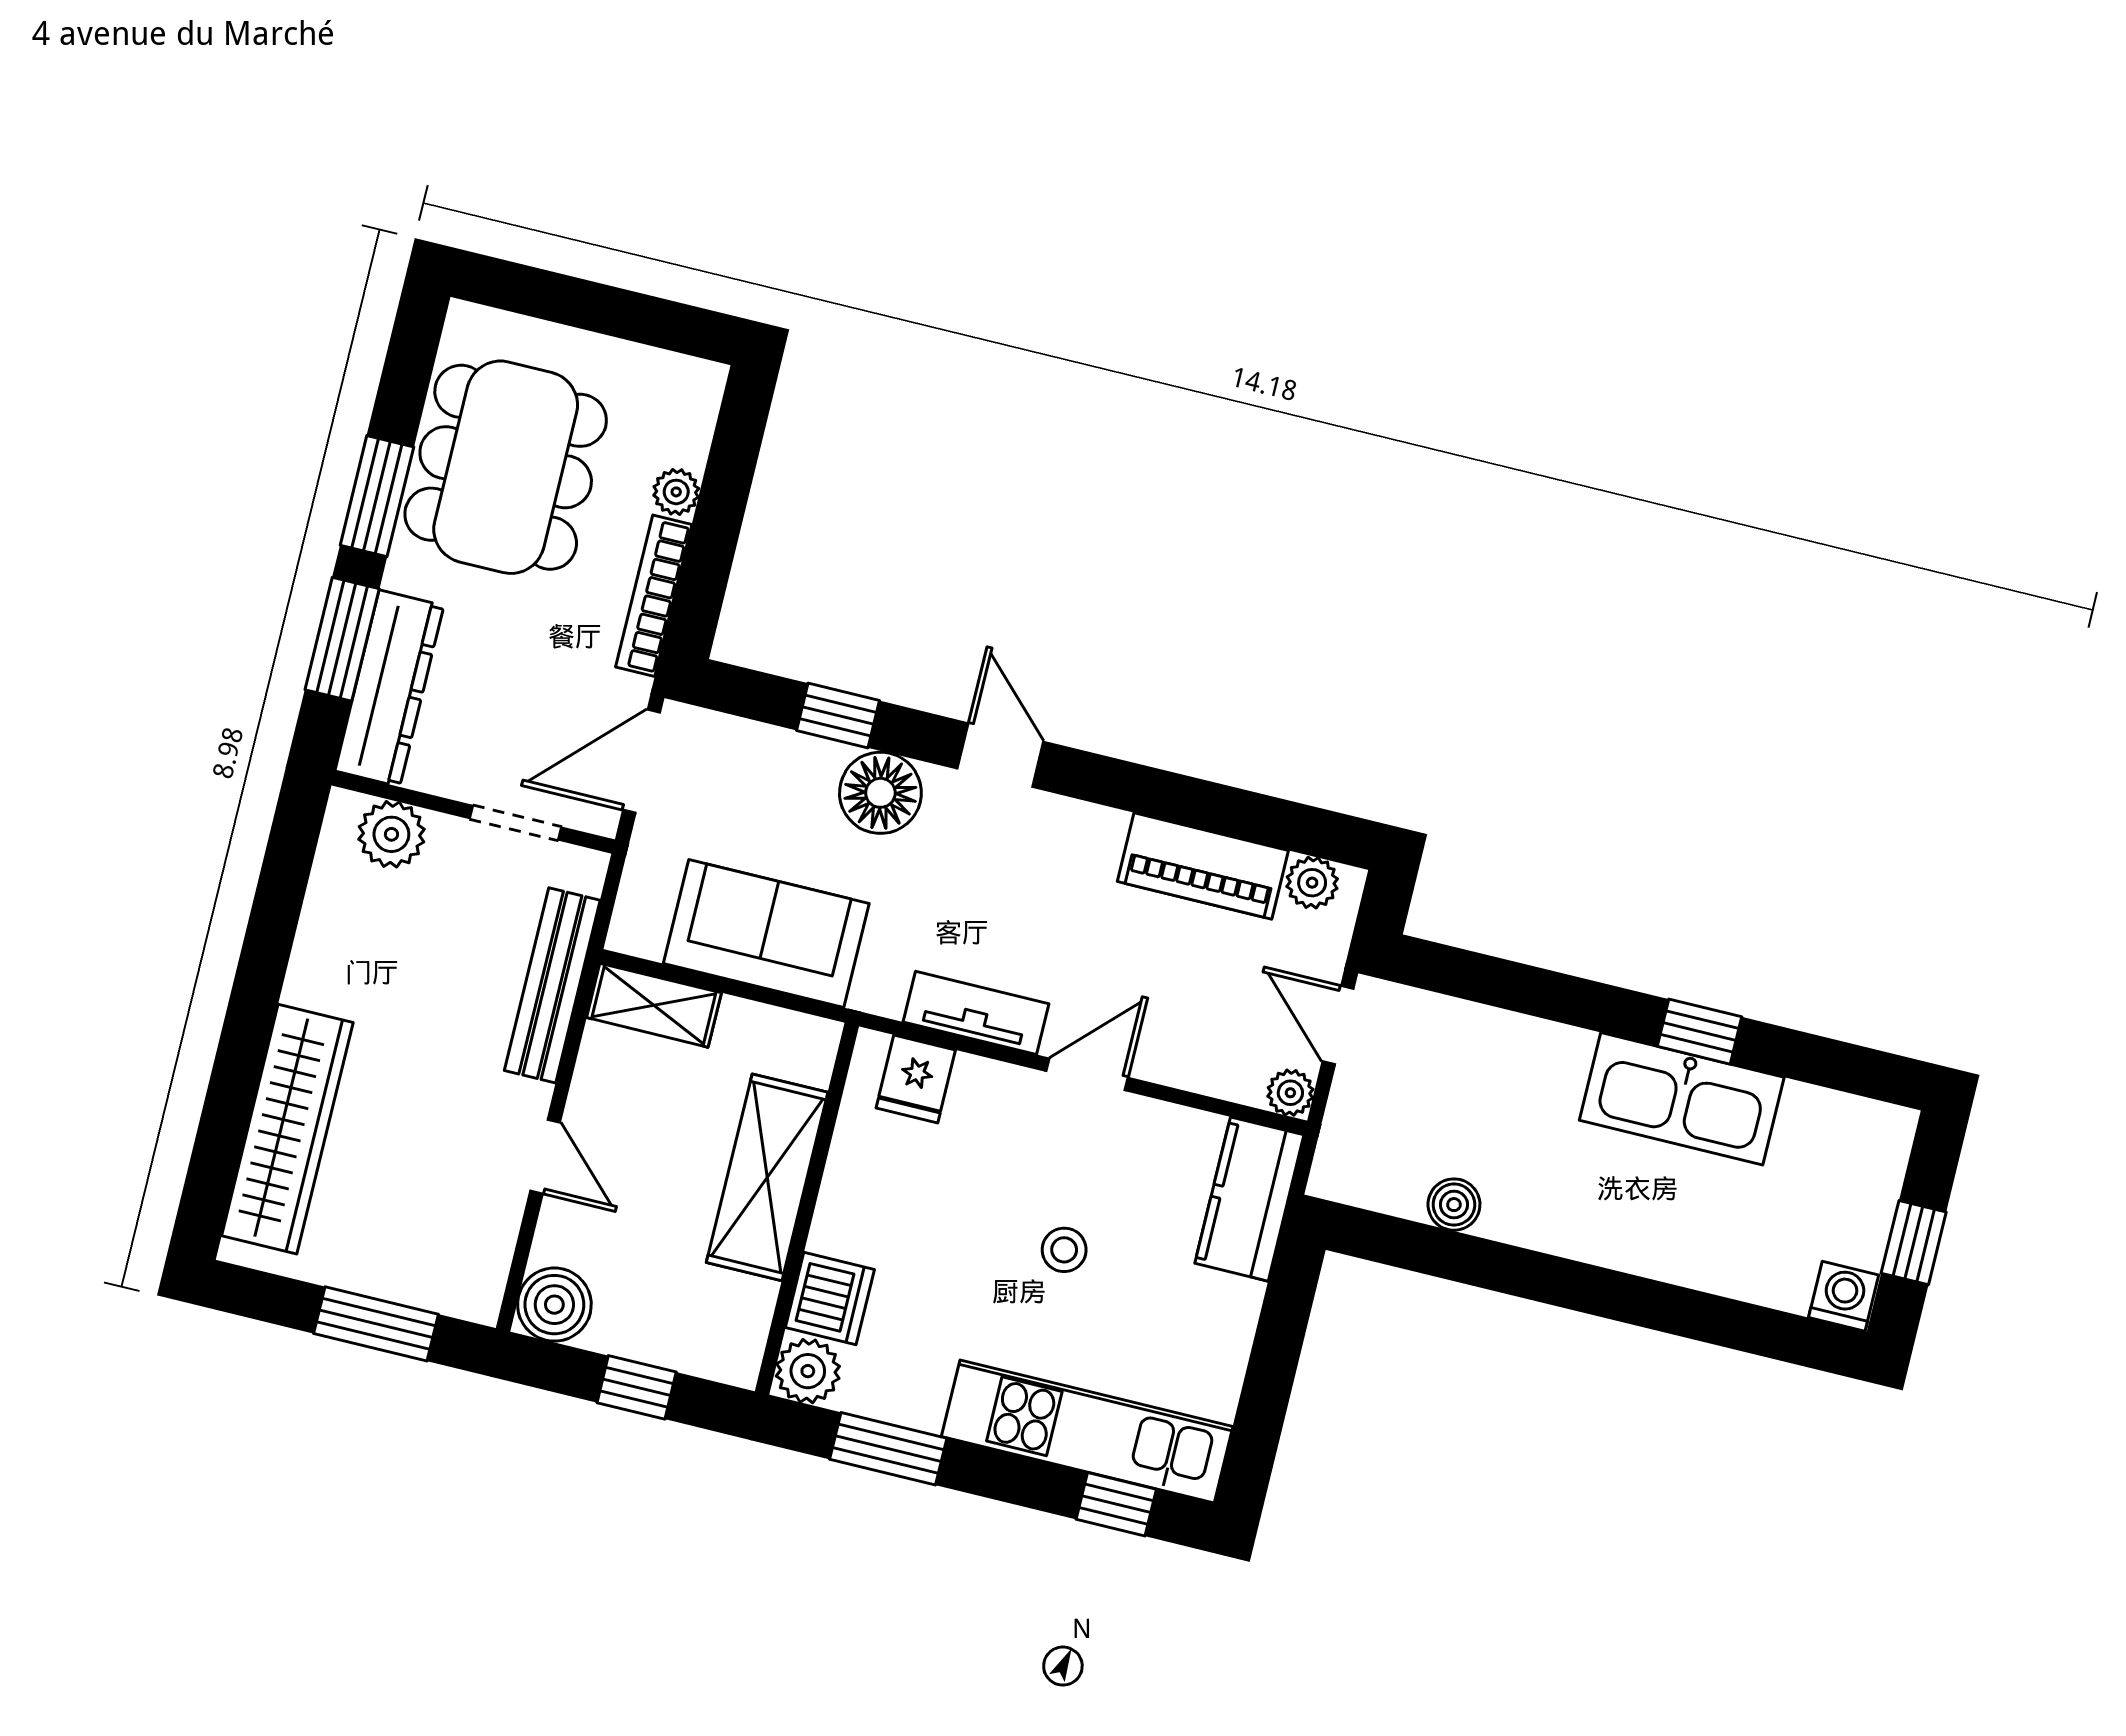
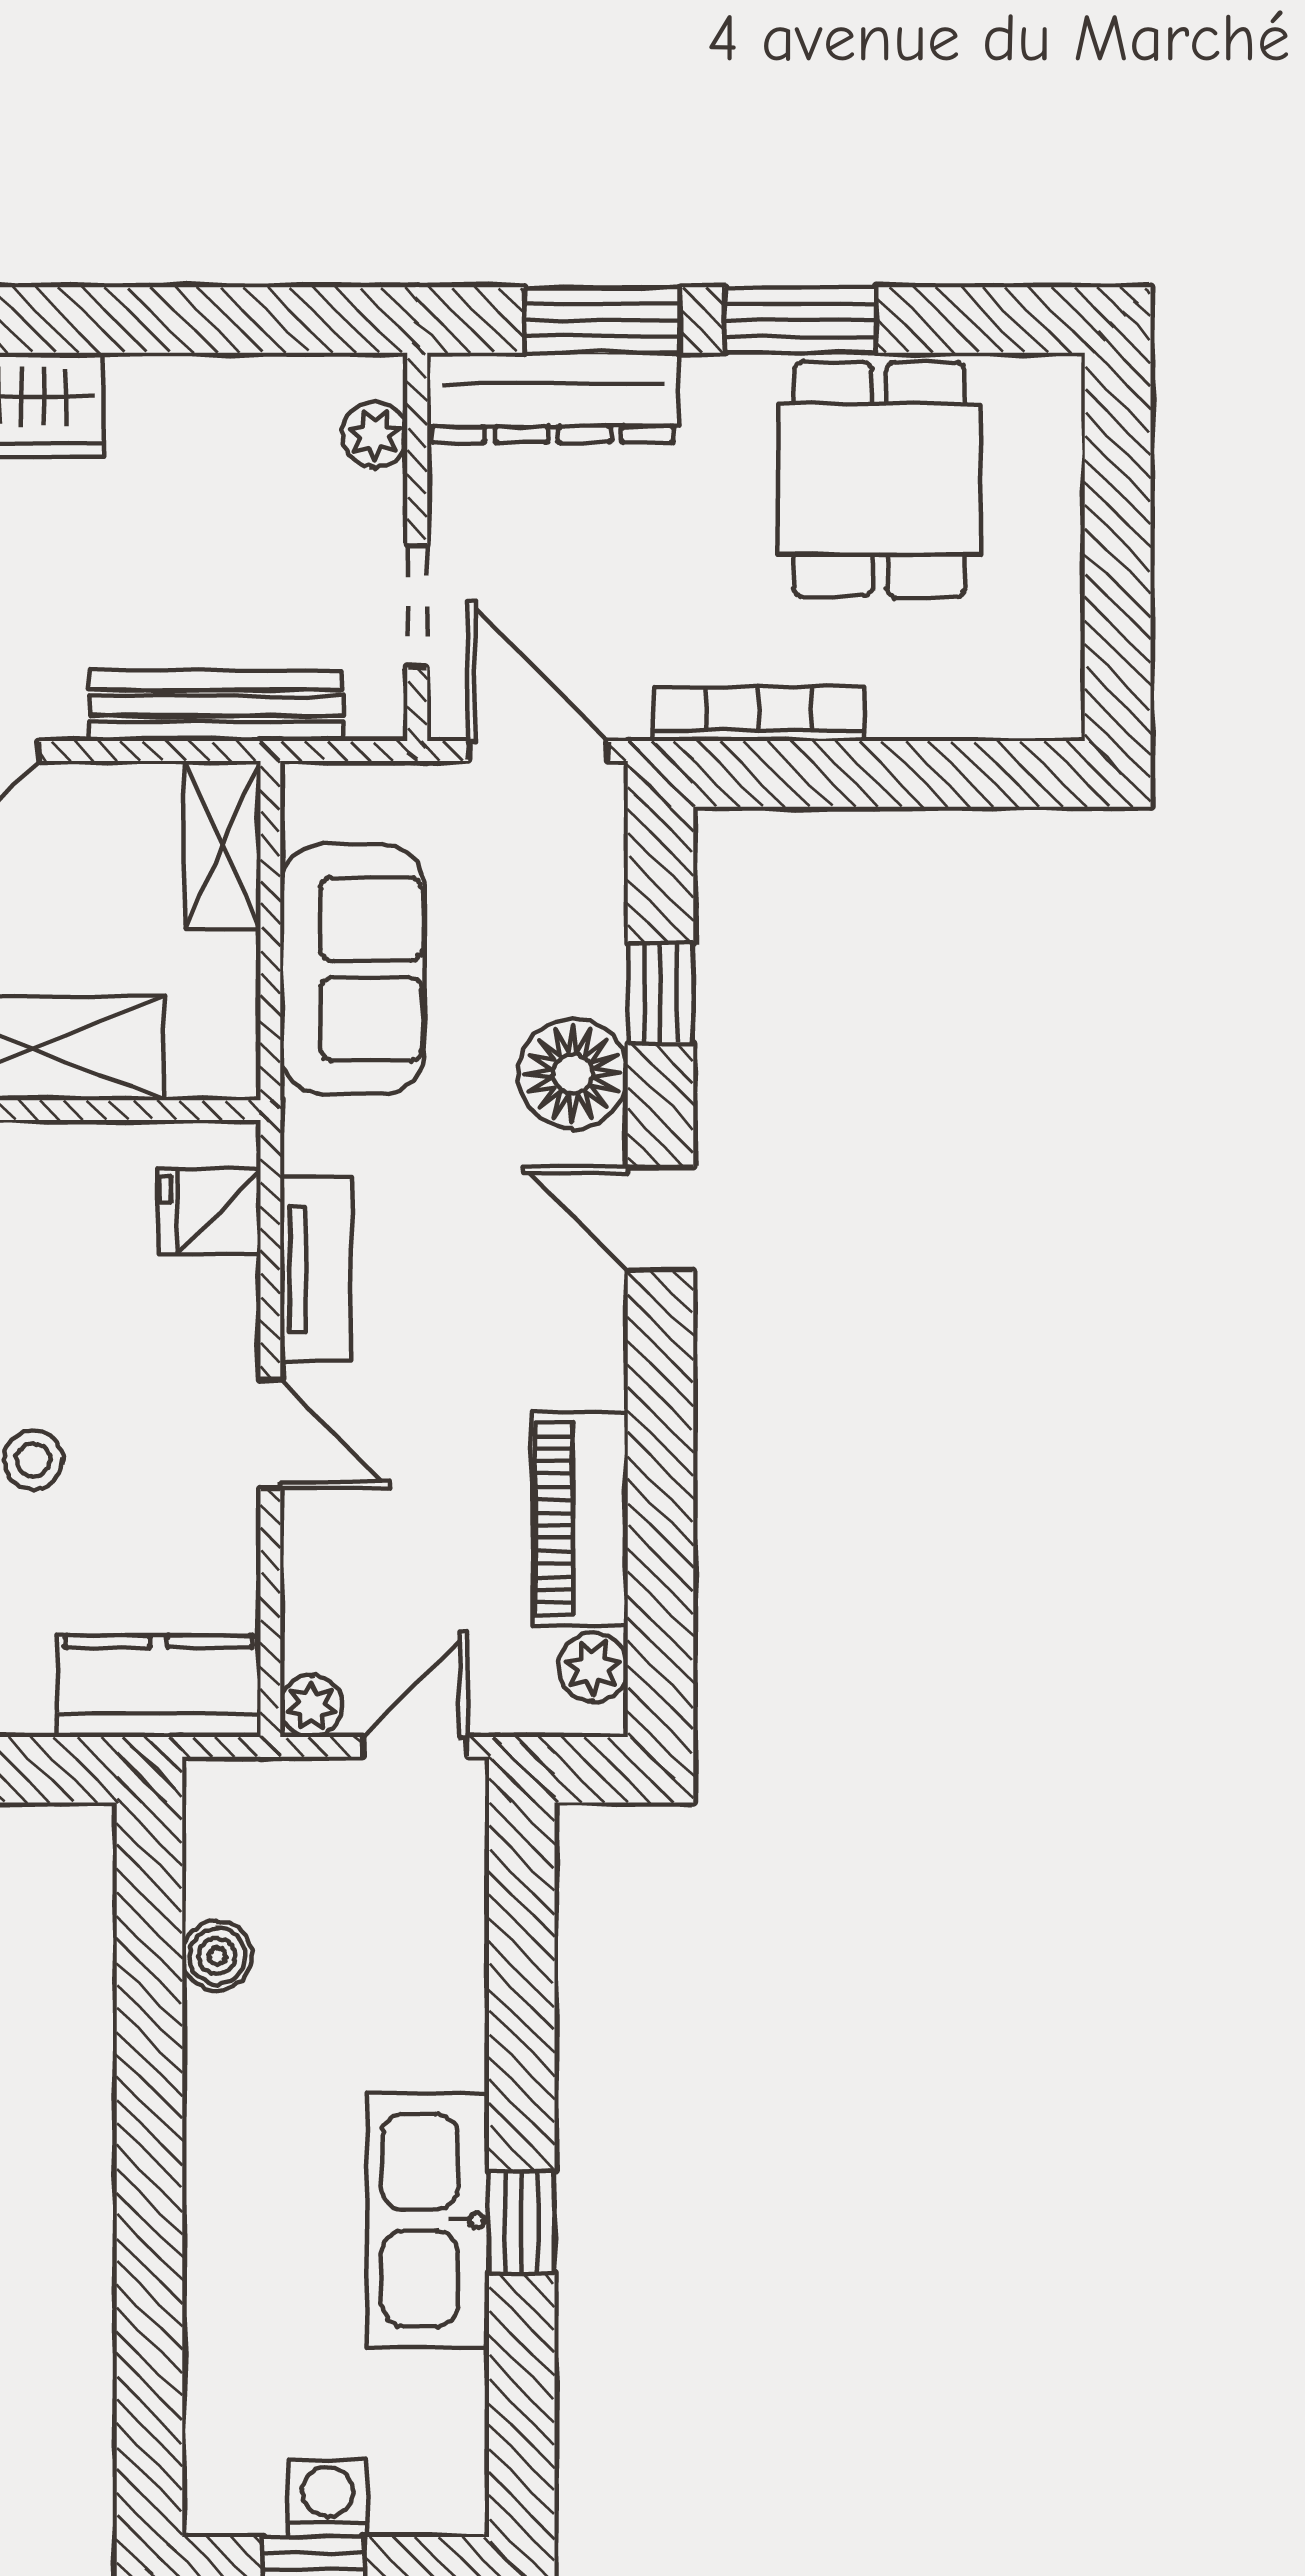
dining table: (506, 467) -> (879, 479), width x0.73
plant: (676, 492) -> (902, 710), removed
door: (1000, 755) -> (660, 1219), swing flipped
plant: (391, 834) -> (375, 435), width x0.73, depth x0.73
washing machine: (1844, 1296) -> (328, 2498), moved, turned -90

